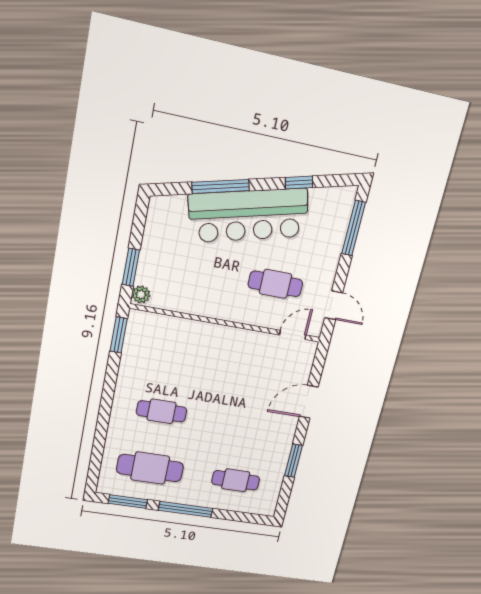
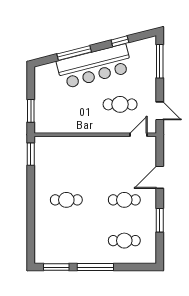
plant: (141, 294) -> (40, 126), removed
cafe table: (150, 468) -> (124, 200), moved, width x0.73, depth x0.74

